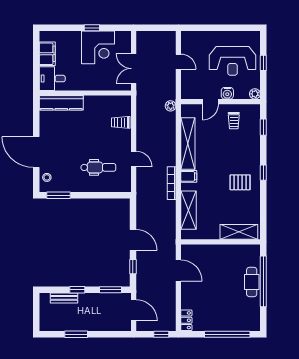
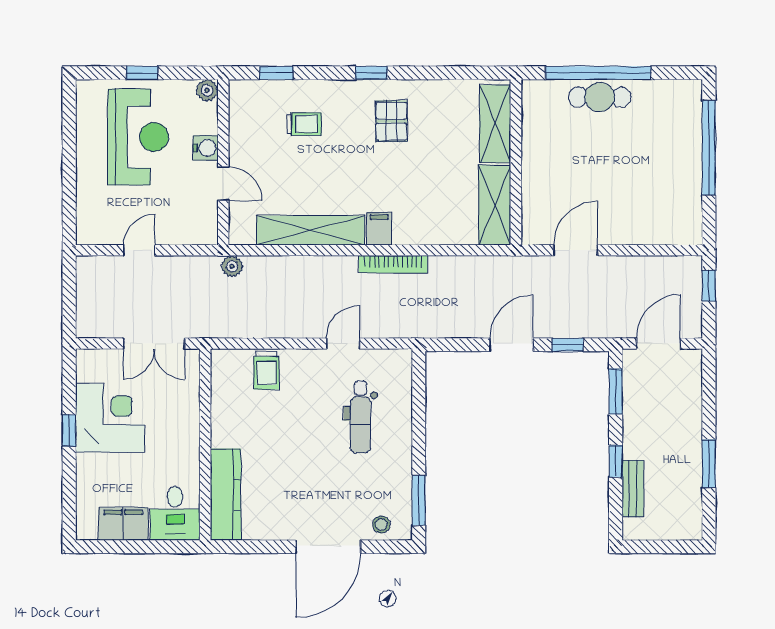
trolley: (234, 121) -> (304, 124), moved
dental chair: (98, 167) -> (360, 417), turned 180
shelving: (188, 210) -> (495, 205), moved, turned 90
locker: (186, 320) -> (679, 233), removed

